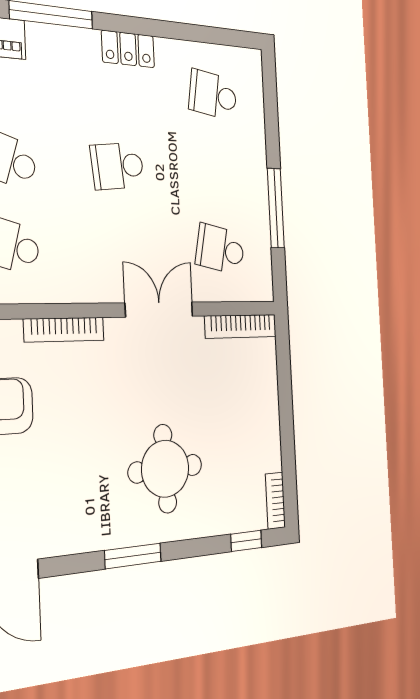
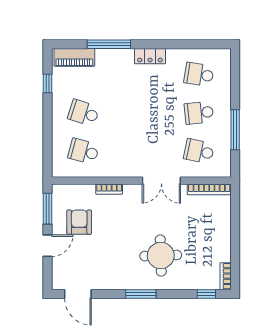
school desk: (117, 166) -> (199, 113), moved
double door: (159, 310) -> (161, 181), swing flipped
bookcase: (64, 330) -> (109, 189), width x0.64

